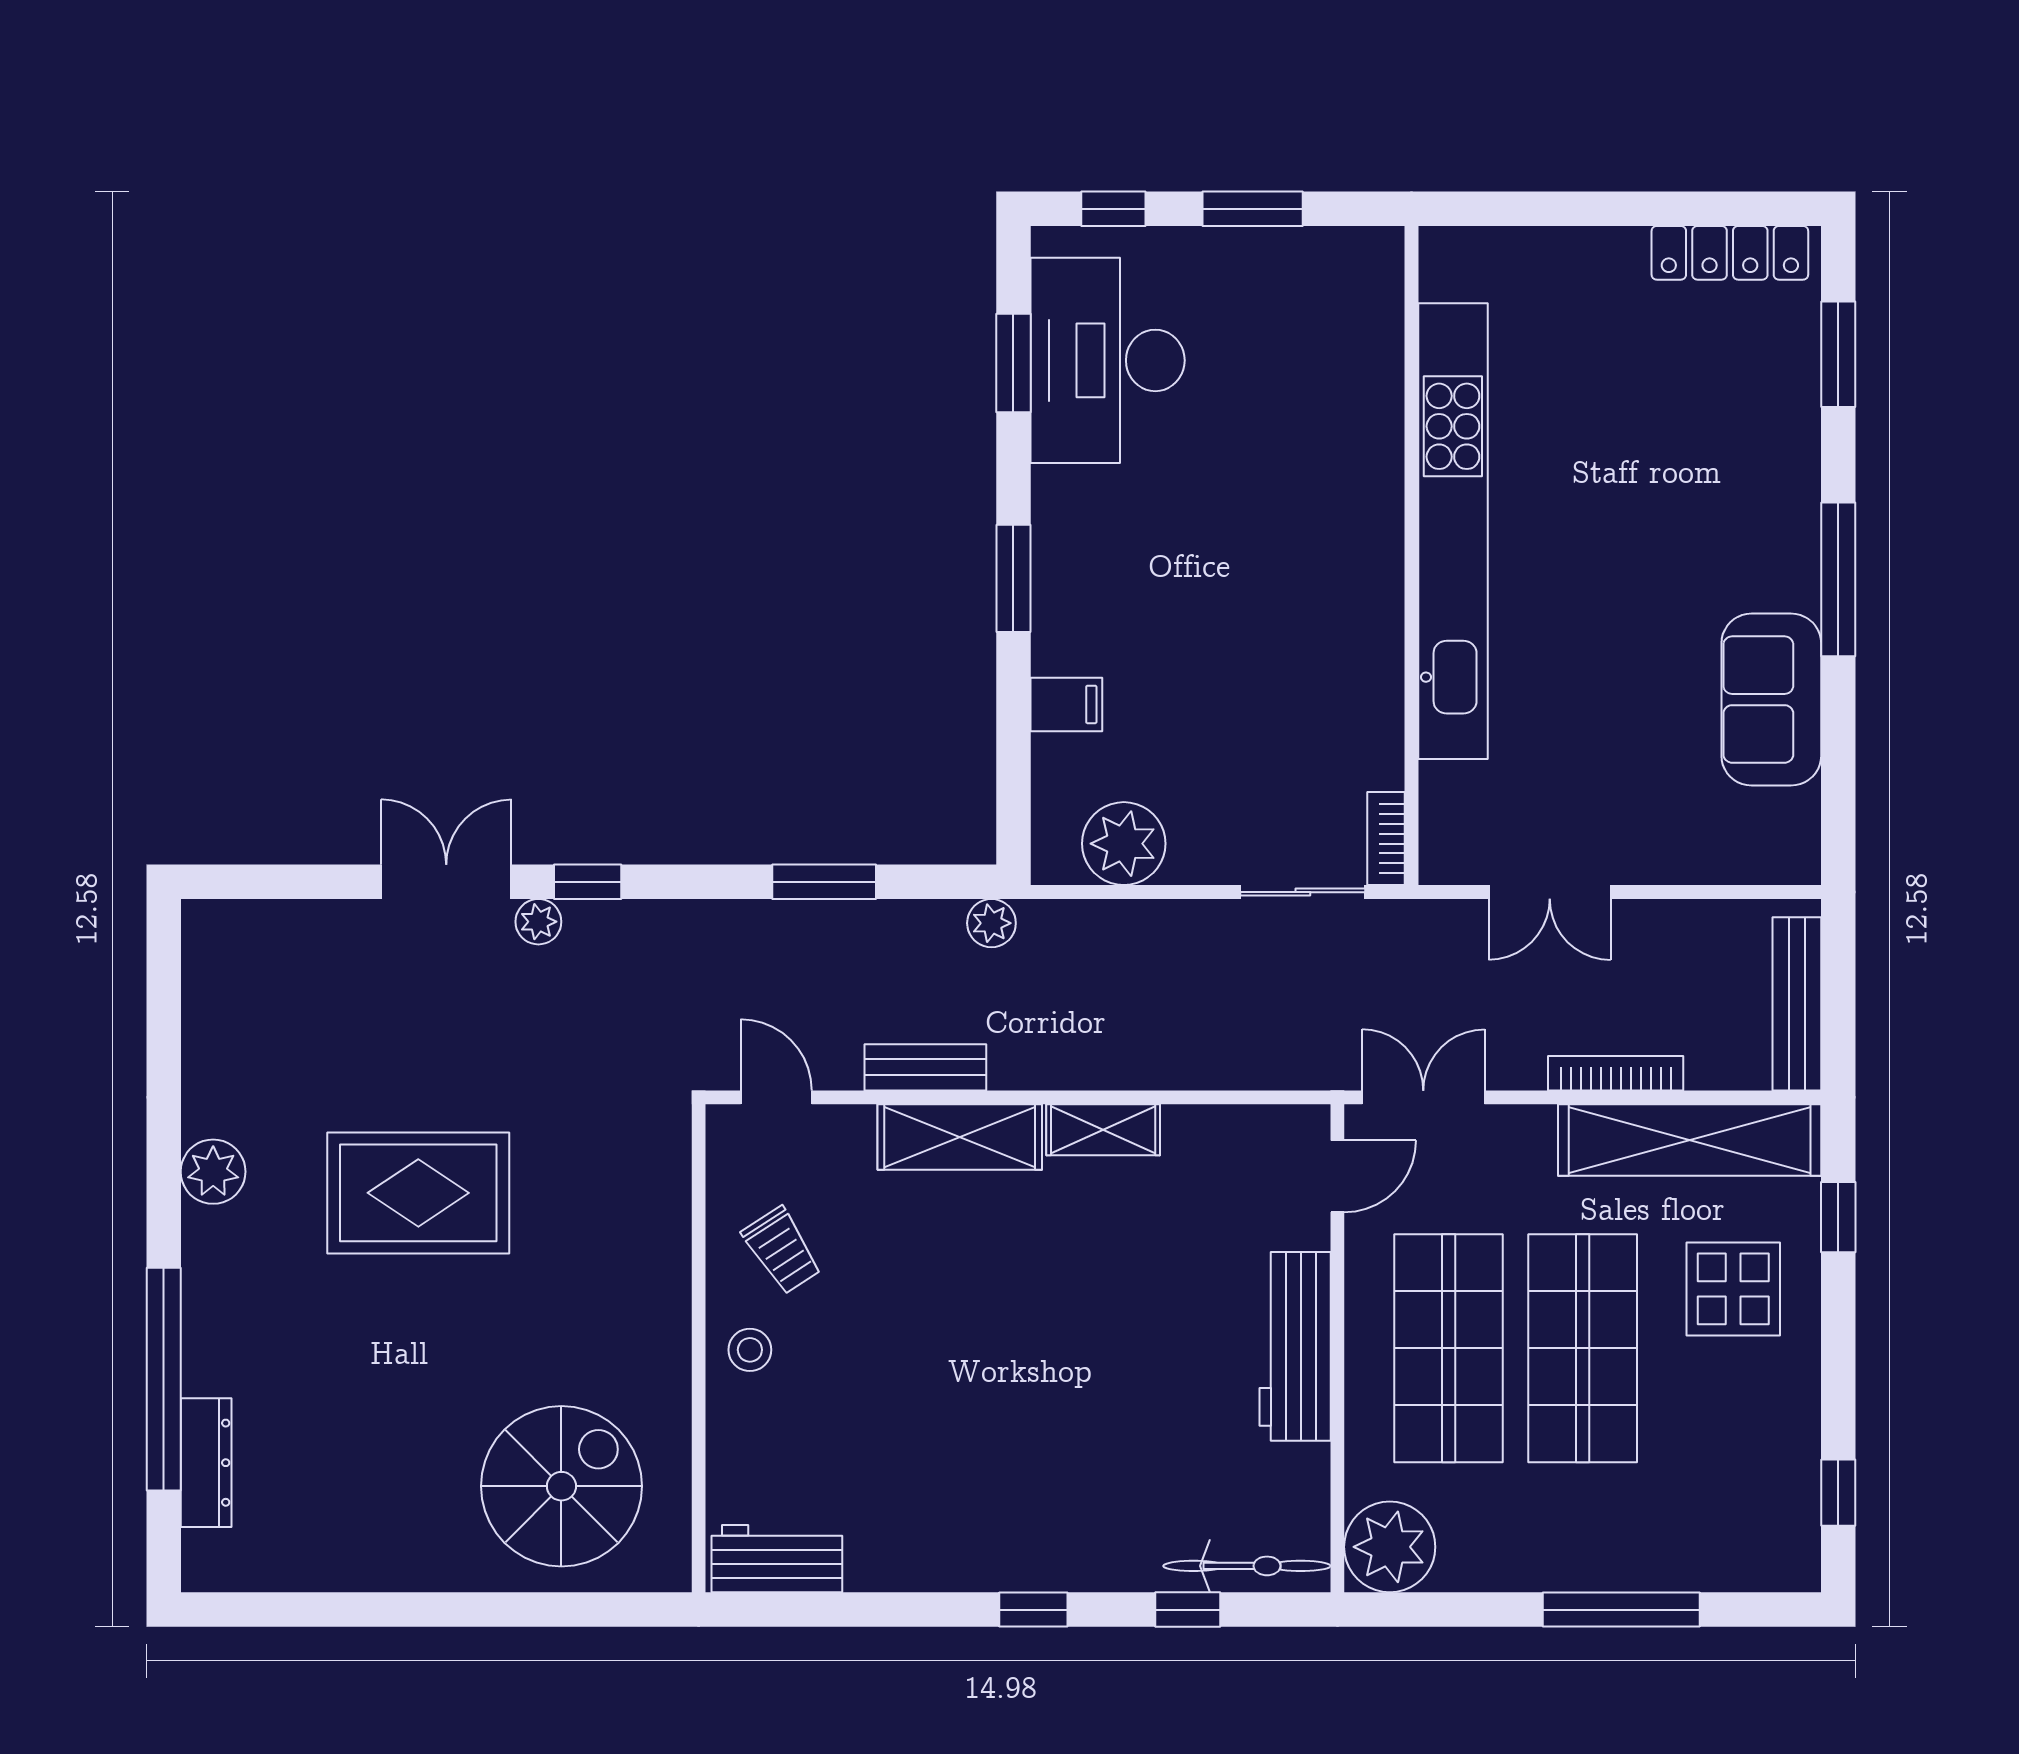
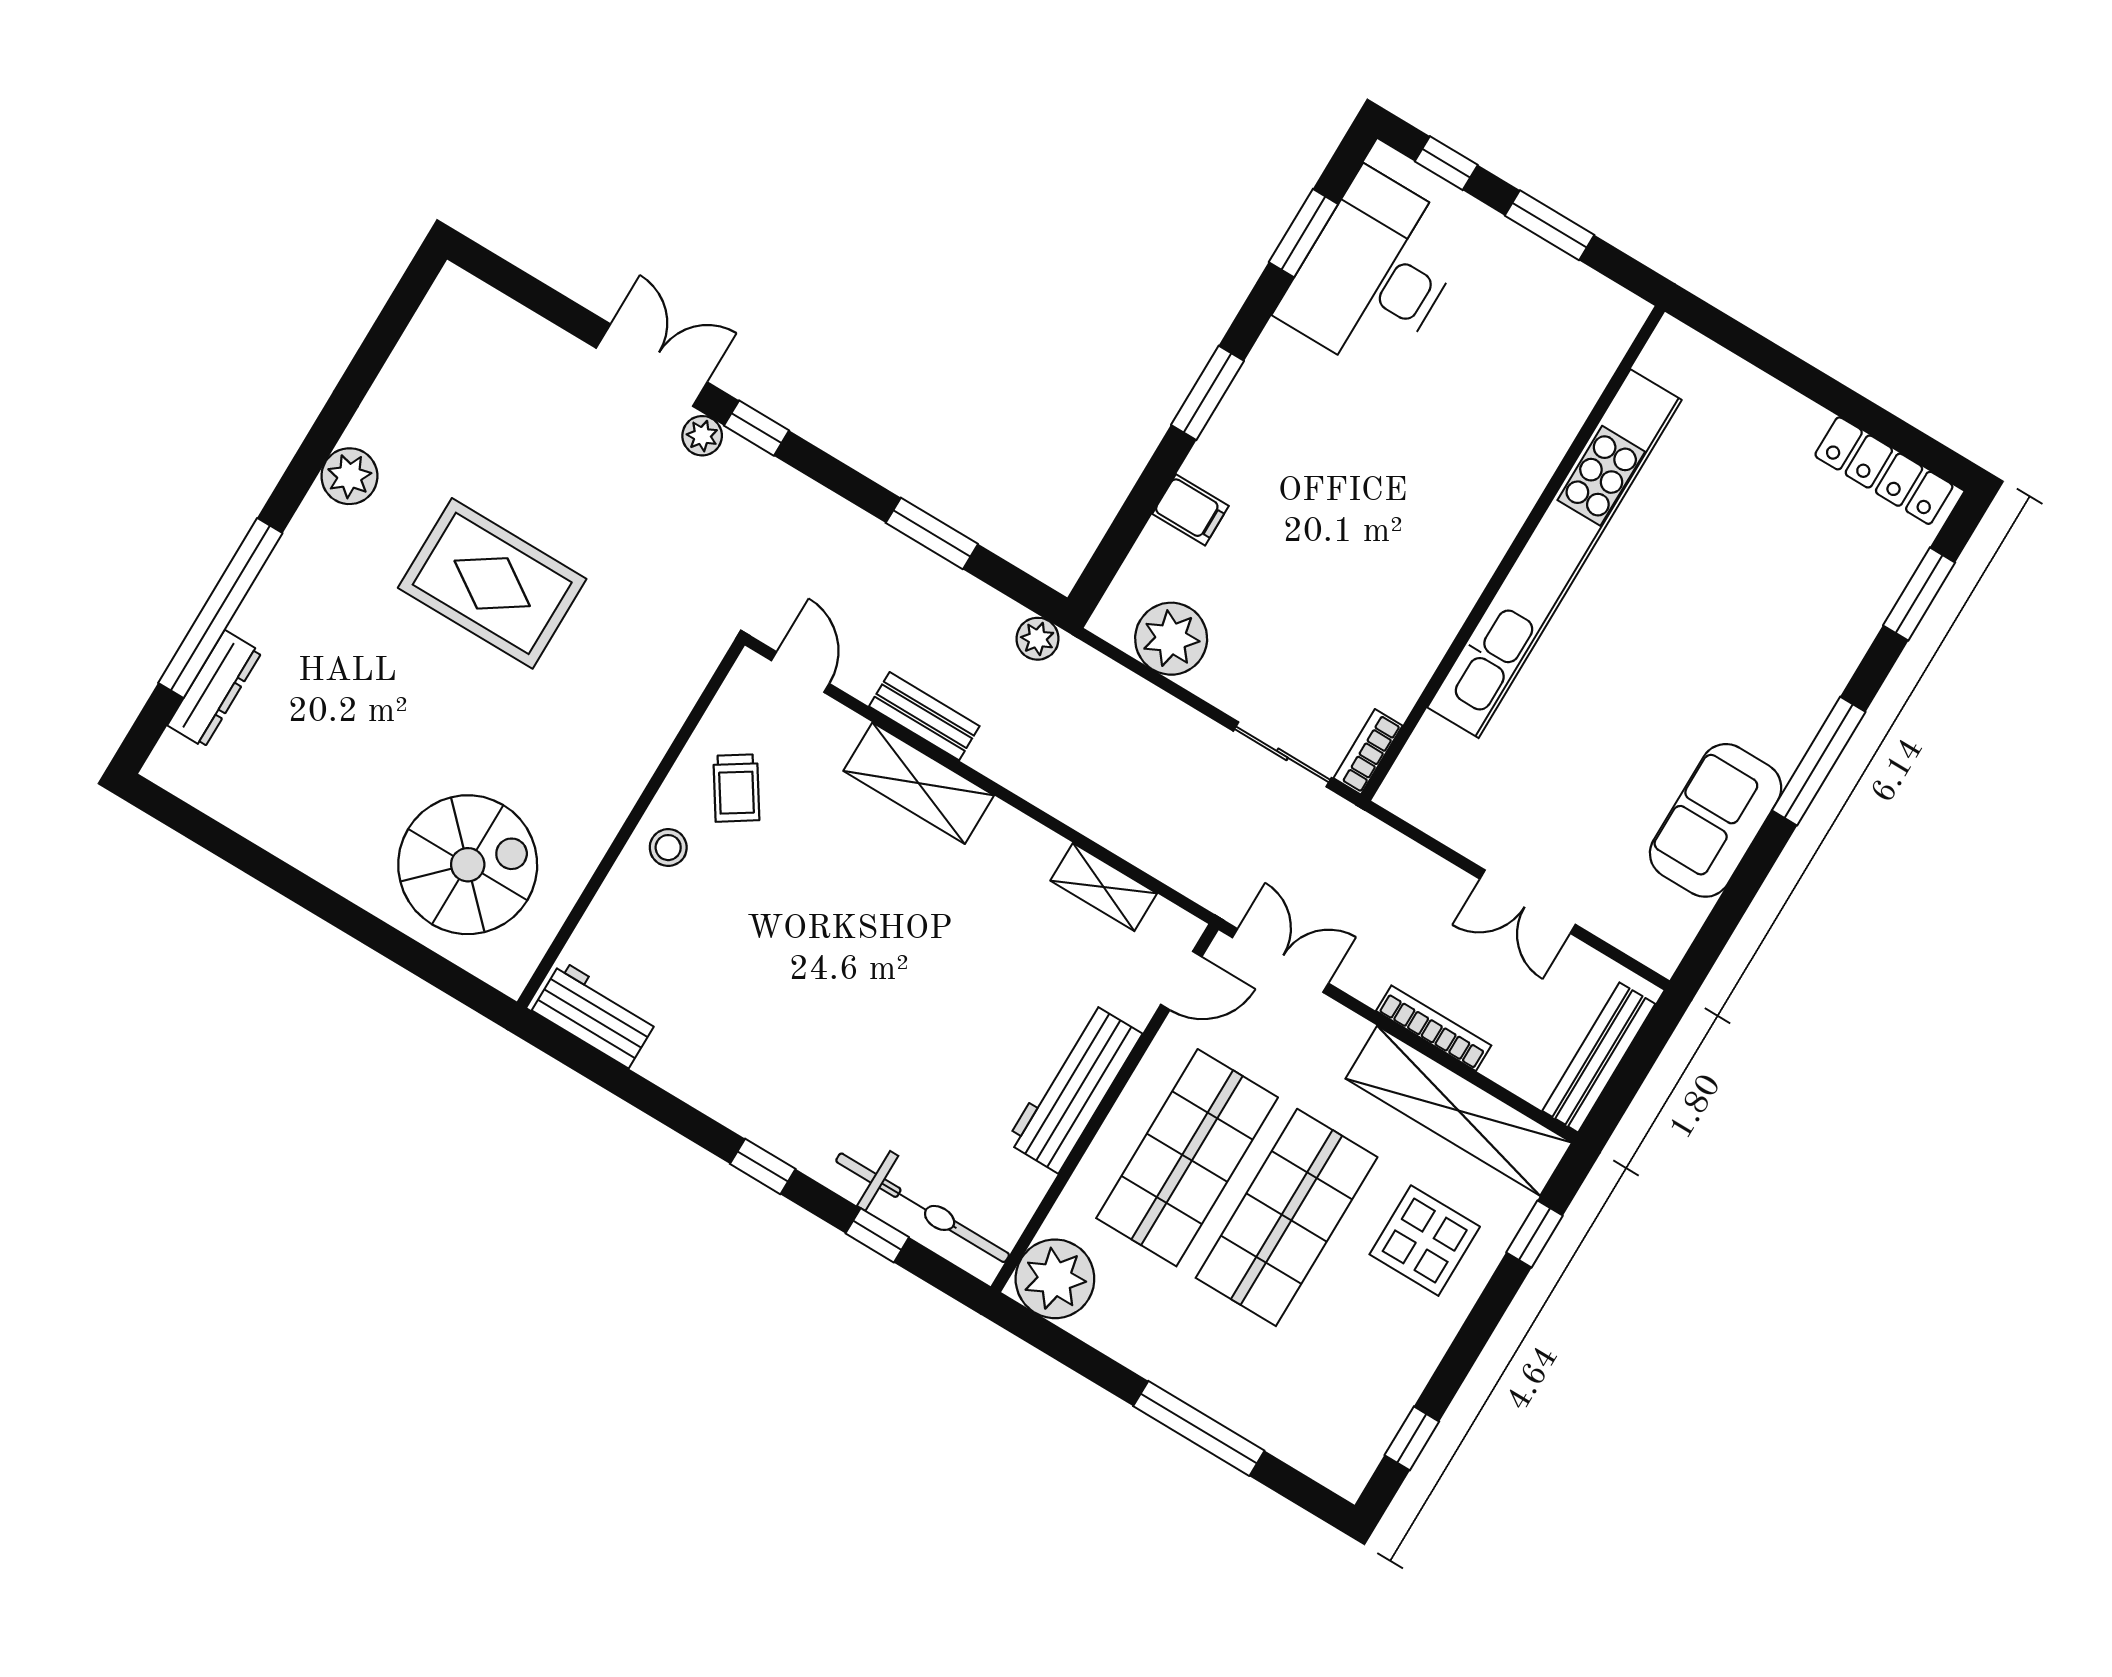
double door: (1550, 892) -> (1528, 902), moved
shelving: (1103, 1130) -> (1104, 887), moved
bicycle: (1247, 1566) -> (923, 1208), width x1.37, depth x1.40

